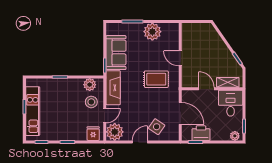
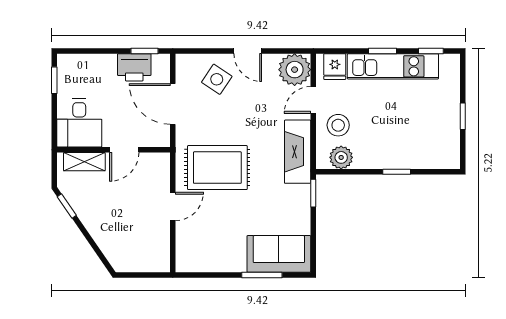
plant: (152, 32) -> (225, 256), removed
sofa: (116, 53) -> (279, 254), moved, turned 90
door: (180, 58) -> (173, 206), hinge flipped
rug: (156, 79) -> (217, 168), width x1.36, depth x1.43
door: (206, 89) -> (124, 150), hinge flipped
kitchen unit: (33, 111) -> (393, 66), moved, turned -90
plant: (235, 136) -> (71, 62), removed
door: (140, 142) -> (248, 51), hinge flipped

